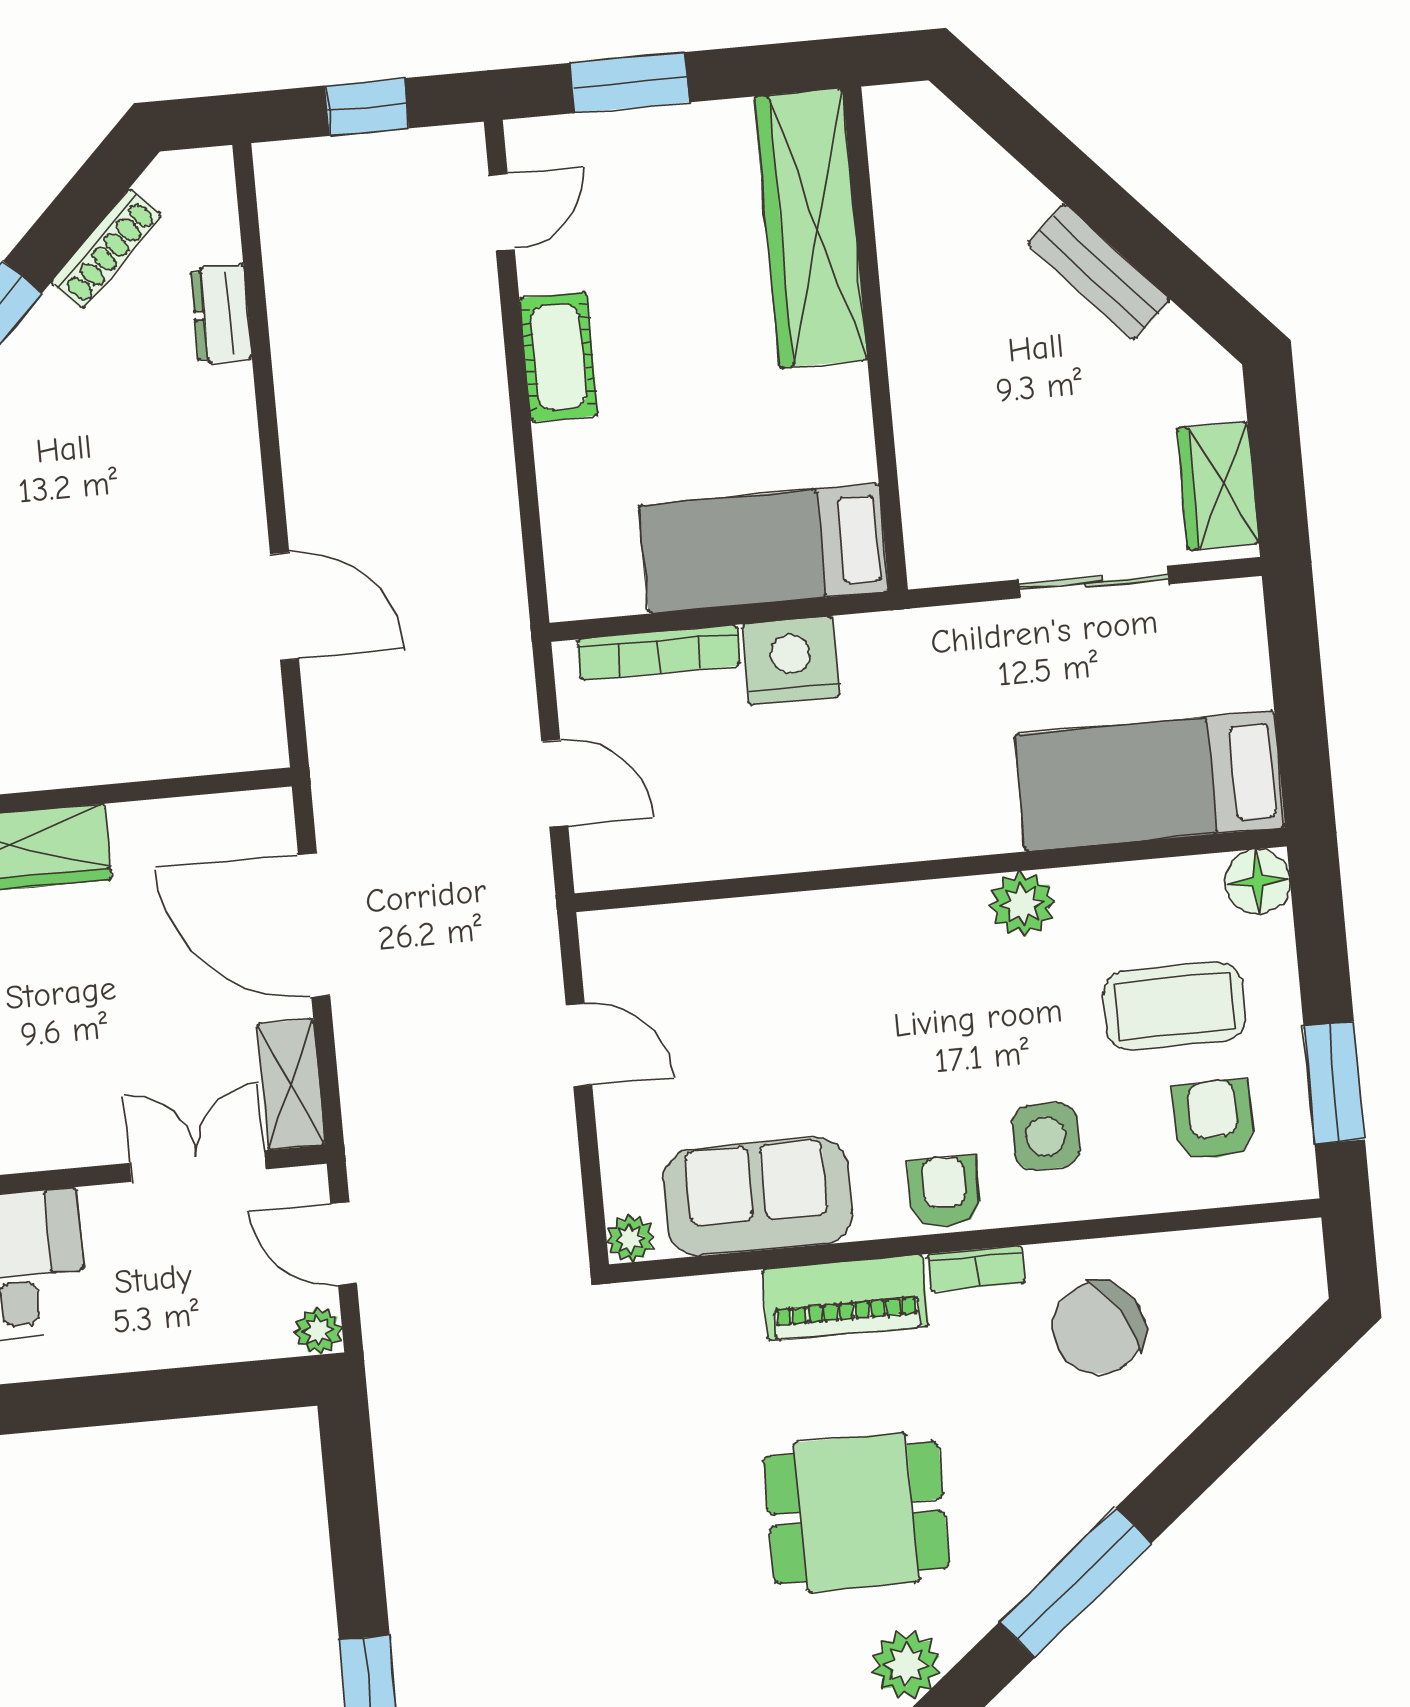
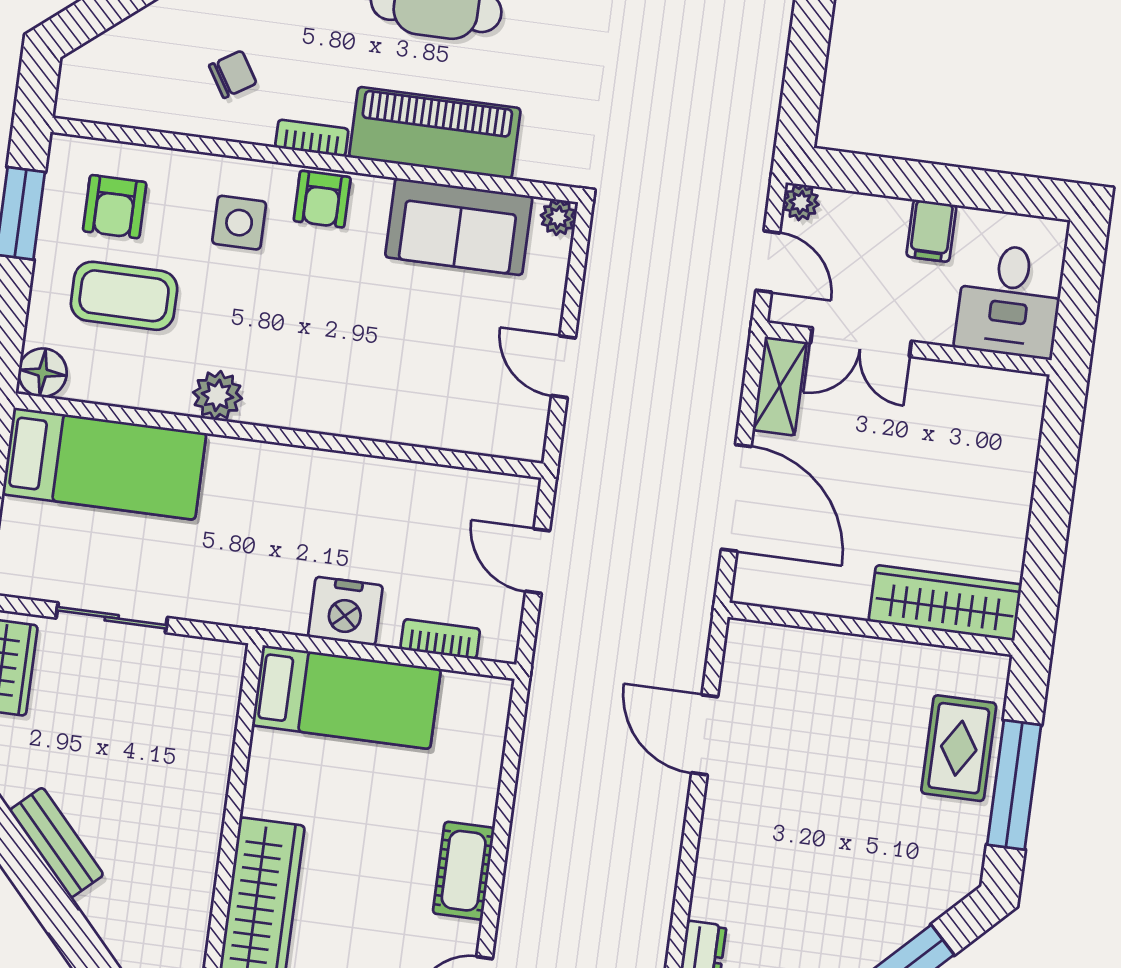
bookcase: (659, 652) -> (440, 639), width x0.64
piano: (845, 1298) -> (435, 133), width x1.37, depth x1.33
chair: (1098, 1328) -> (233, 74), width x0.54, depth x0.54
filing cabinet: (139, 1333) -> (931, 231), added

